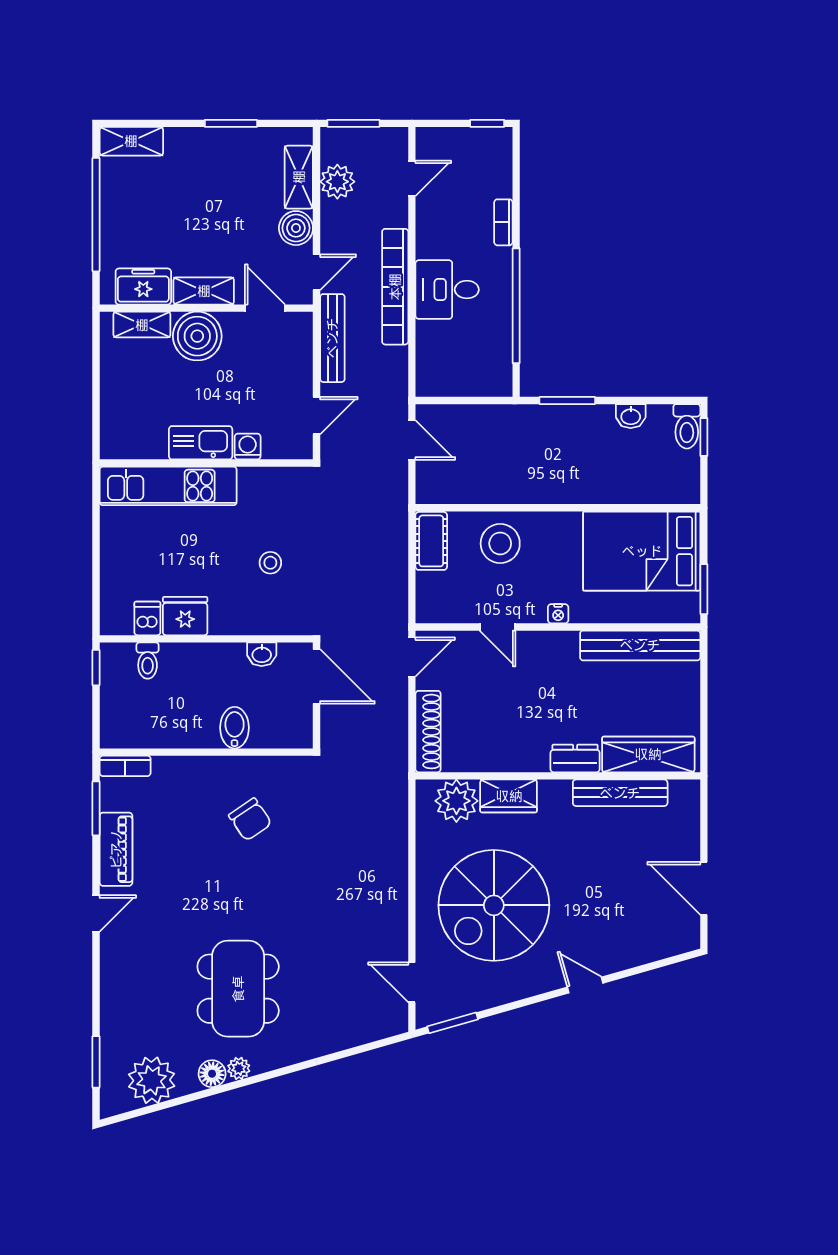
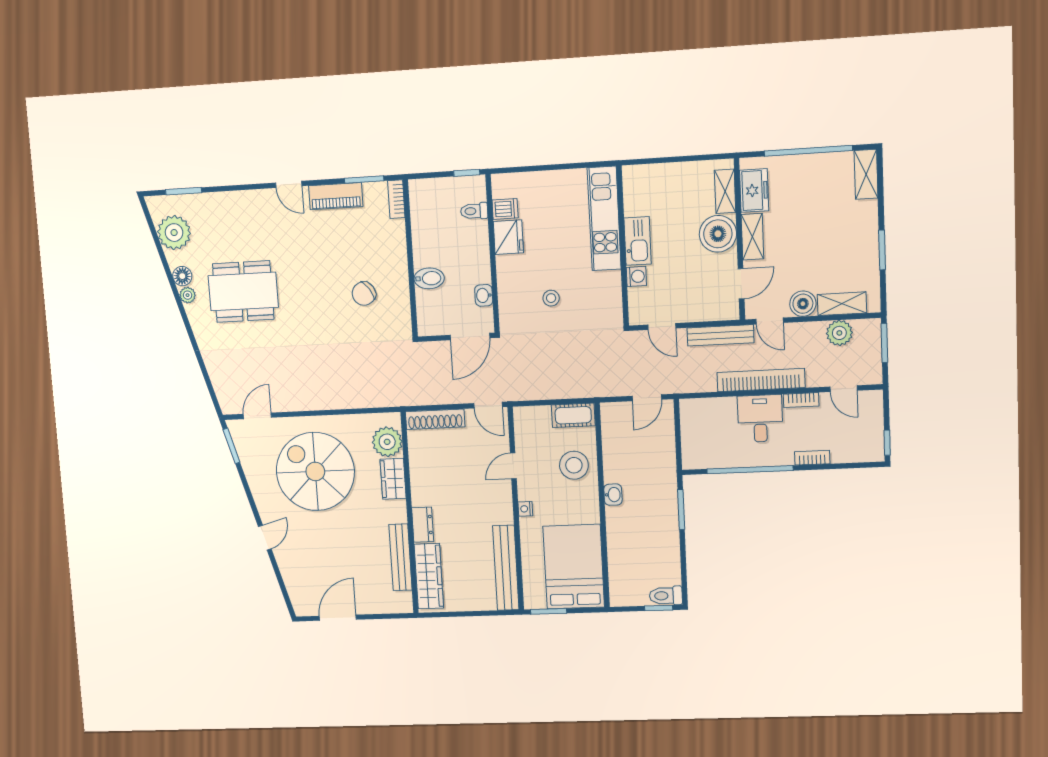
bookcase: (425, 235) -> (801, 400), added
washbasin: (631, 416) -> (613, 495), moved, turned 180

